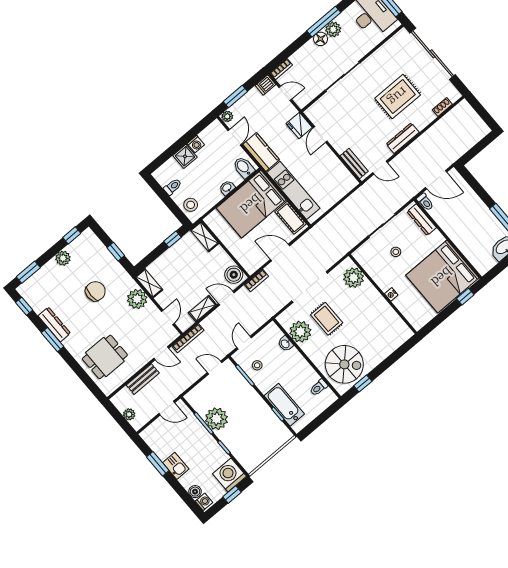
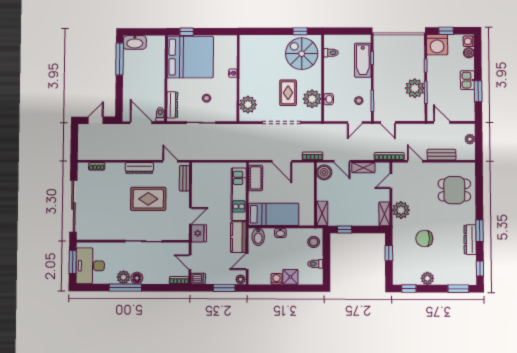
rug: (398, 97) -> (148, 199), moved
door: (479, 147) -> (96, 120), added
bed: (251, 204) -> (274, 214), width x0.67

